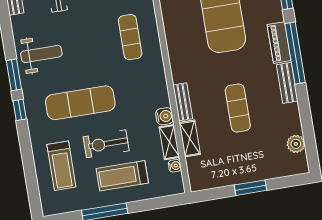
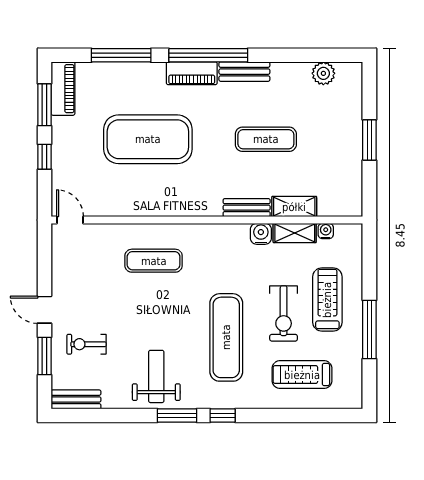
treadmill: (61, 166) -> (302, 375), turned 180
treadmill: (122, 176) -> (327, 300), turned 180

